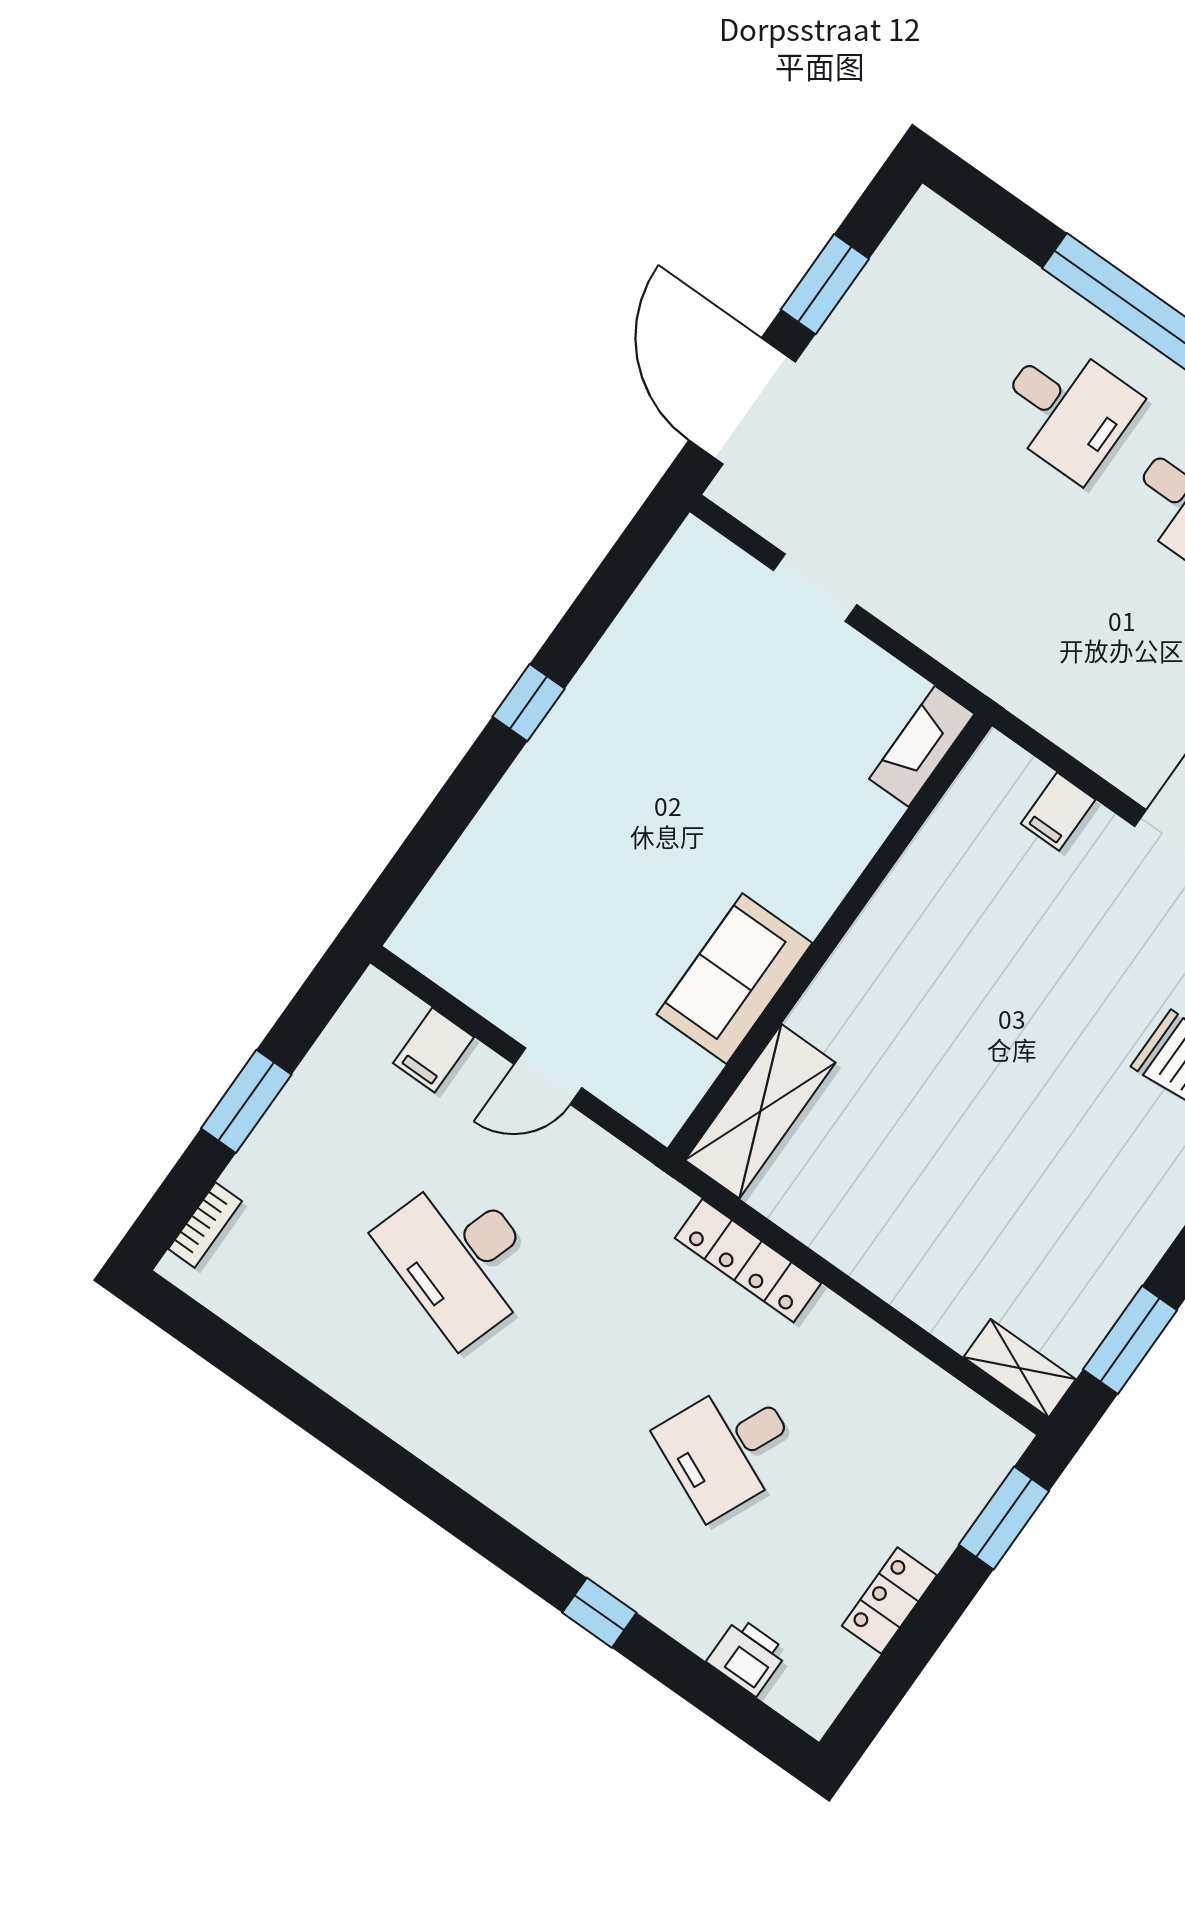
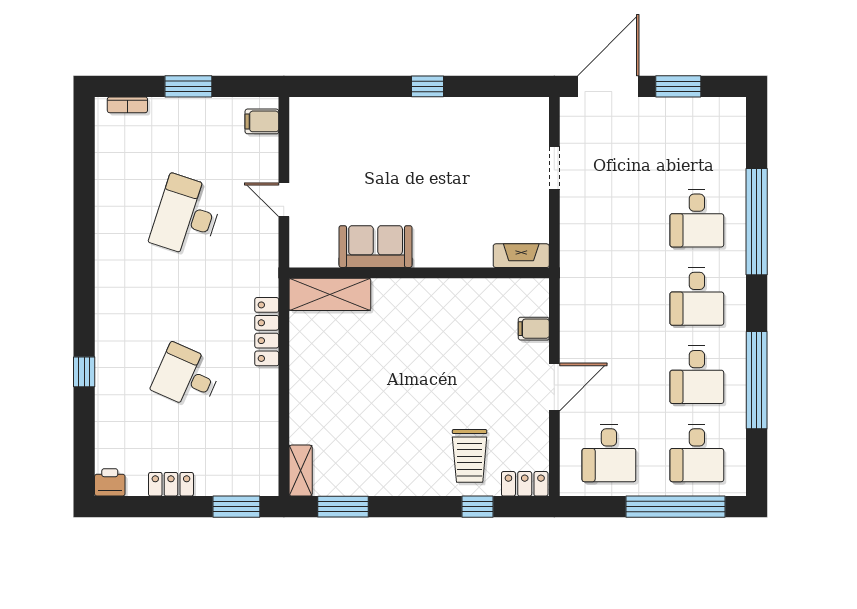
filing cabinet: (433, 1050) -> (262, 121), moved
printer: (747, 1657) -> (110, 482), moved, turned -90

